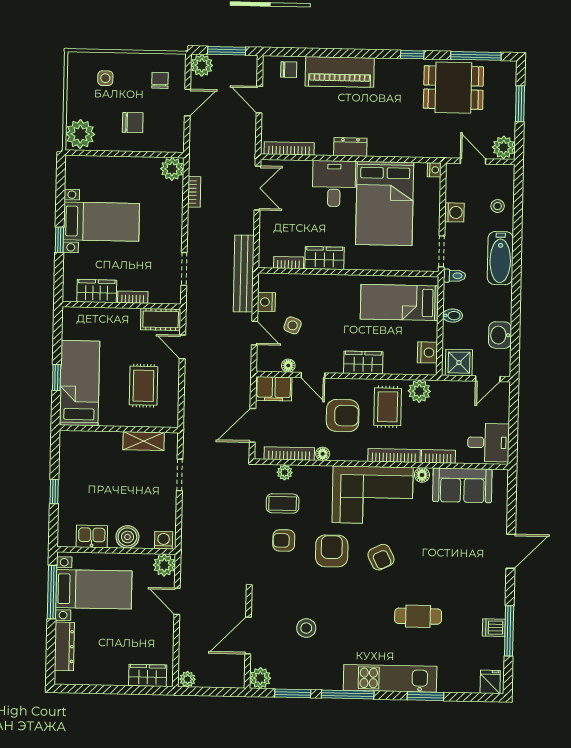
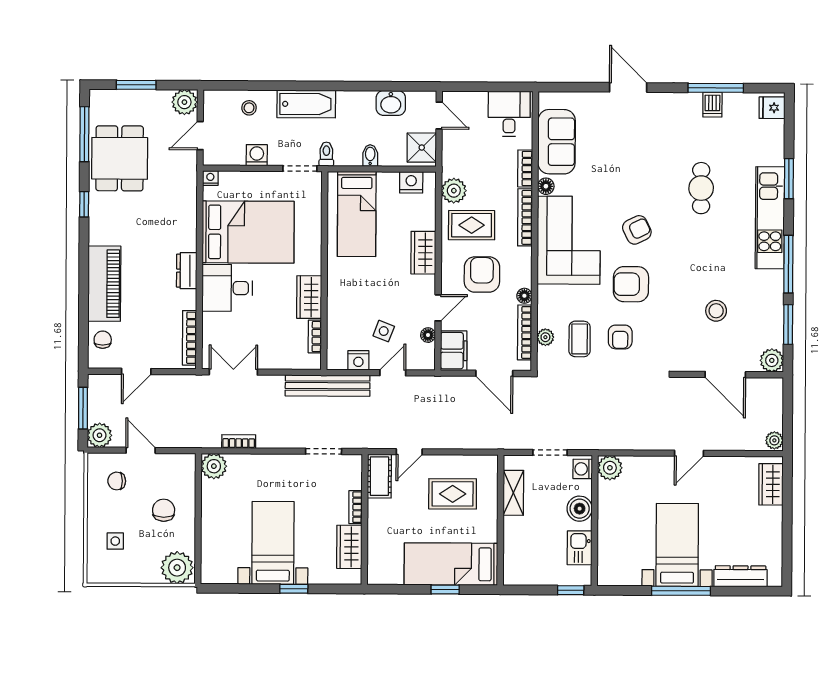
kitchen sink: (92, 536) -> (580, 548), moved
boiler: (127, 537) -> (580, 509), moved
washing machine: (164, 540) -> (583, 469), moved
wall: (116, 550) -> (595, 521), moved
plant: (164, 565) -> (610, 468), moved

